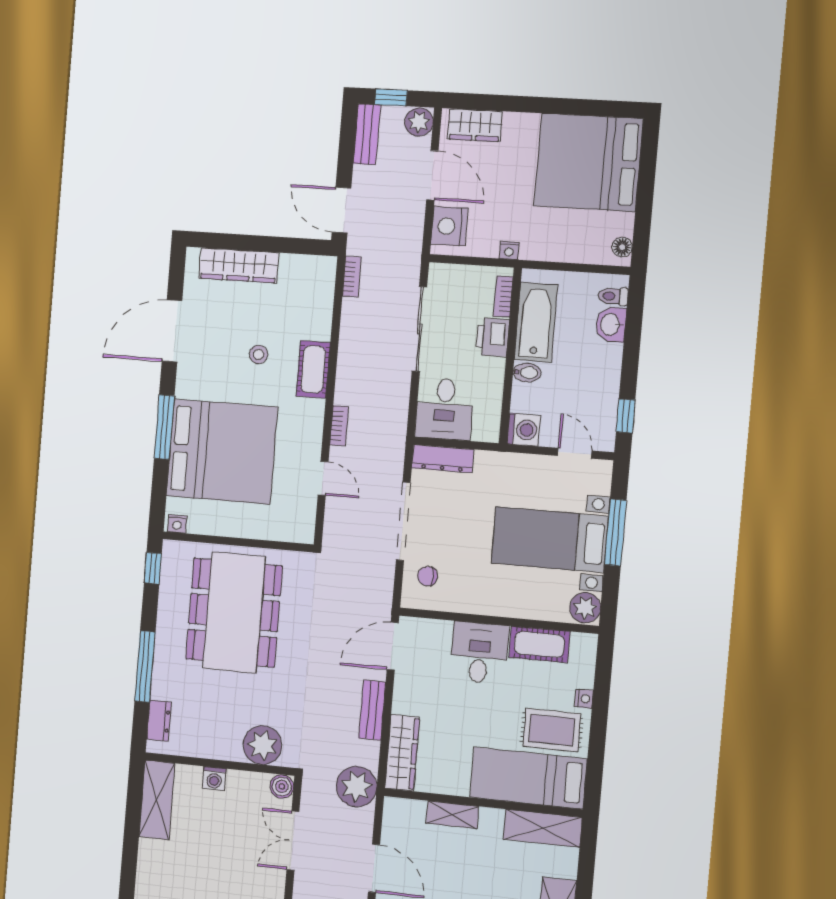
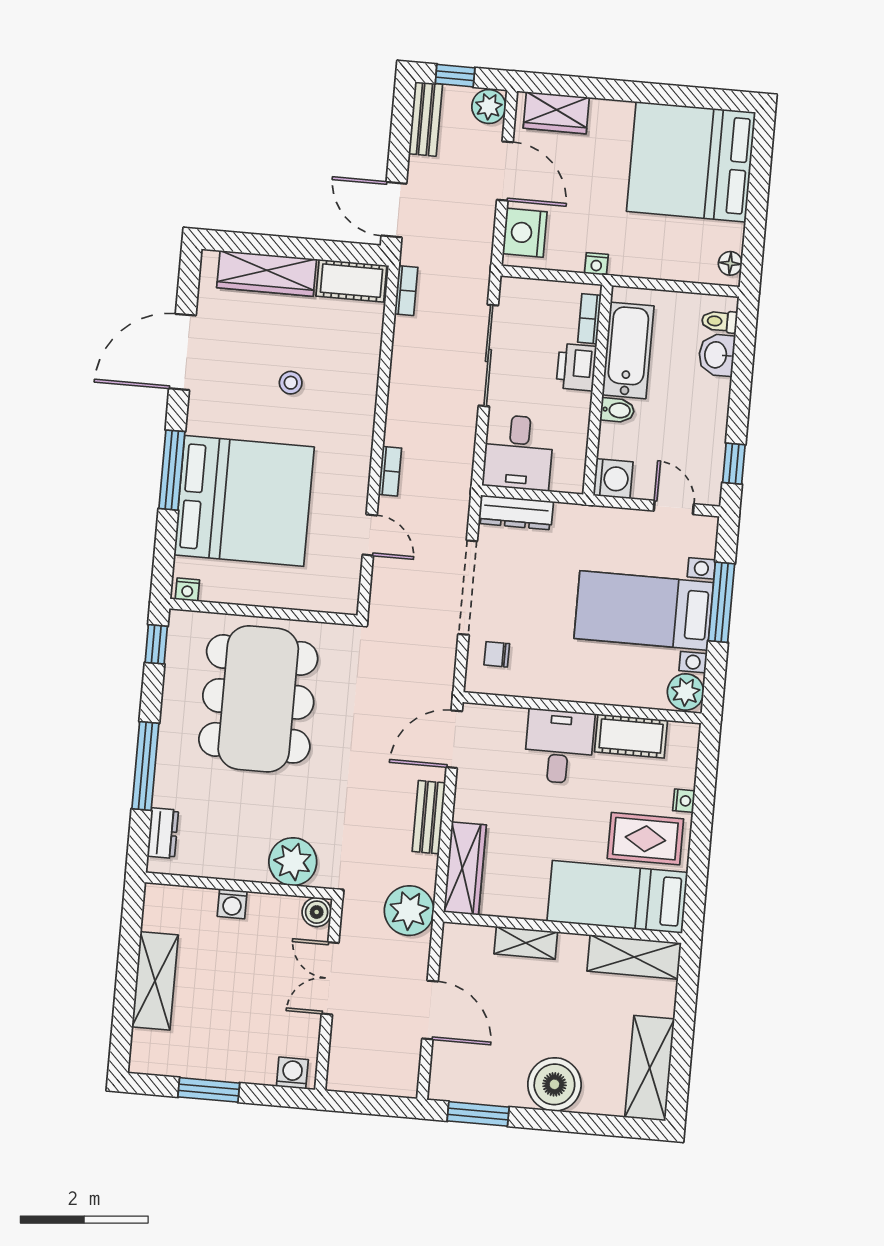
cot: (313, 369) -> (351, 281), moved, turned 90
shelving: (157, 800) -> (155, 981), moved

